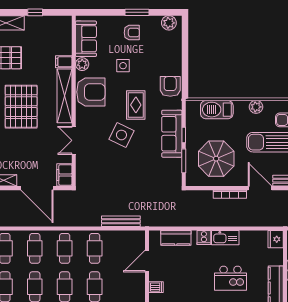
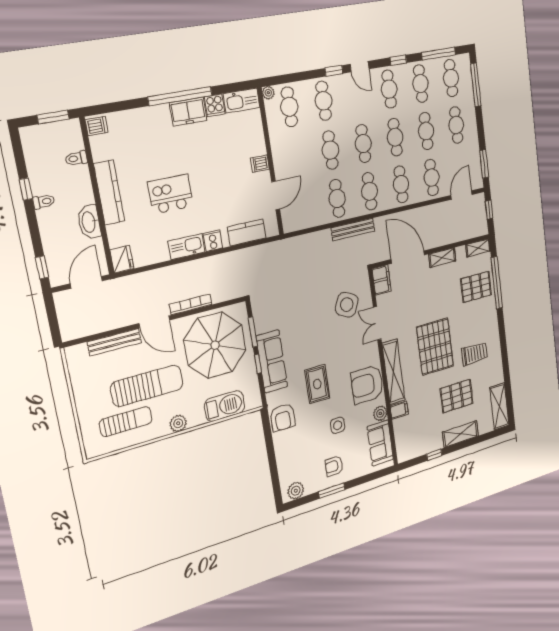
side table: (121, 135) -> (347, 305), moved
double door: (74, 140) -> (377, 323), swing flipped
parasol: (216, 159) -> (215, 345), width x1.36, depth x1.36
bench: (121, 221) -> (353, 229), moved

